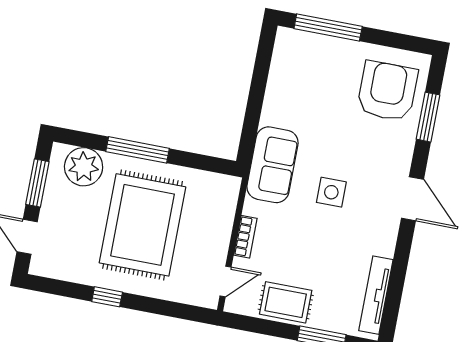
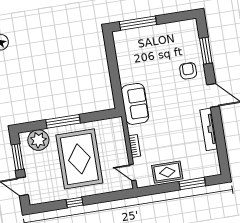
armchair: (387, 91) -> (188, 71), moved, width x0.53, depth x0.53
side table: (331, 192) -> (170, 107), removed
door: (226, 282) -> (133, 173), swing flipped
tv unit: (376, 295) -> (209, 129), moved

